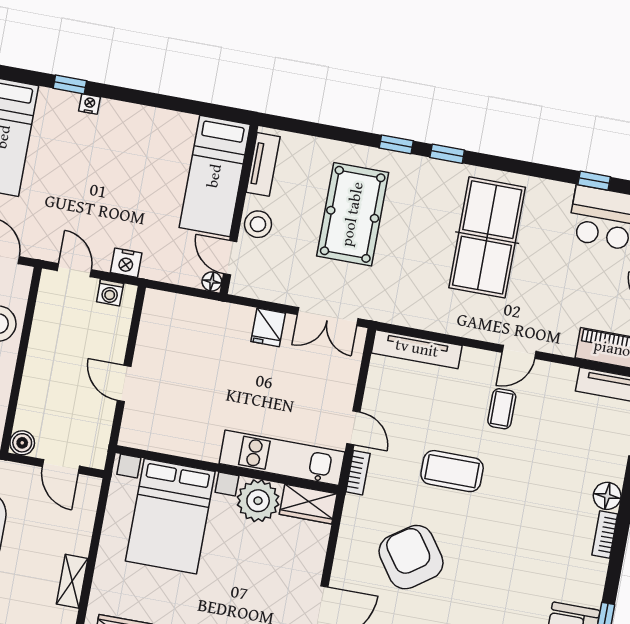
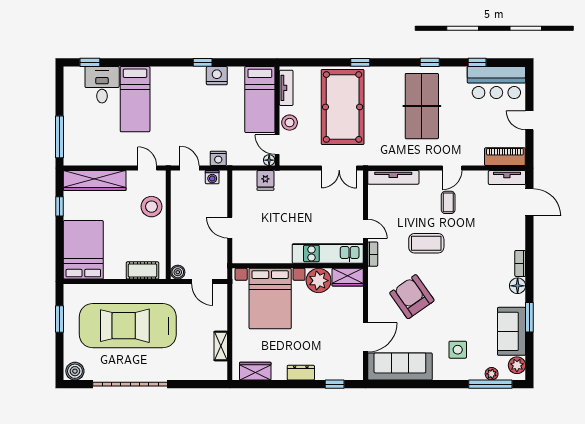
window: (70, 84) -> (203, 62), moved
nightstand: (90, 104) -> (217, 76), moved, width x1.89, depth x1.79
window: (447, 154) -> (430, 62), moved
pool table: (353, 214) -> (343, 107), width x1.36, depth x1.32
fridge: (268, 327) -> (265, 180), moved
floor lamp: (607, 496) -> (518, 286), moved

